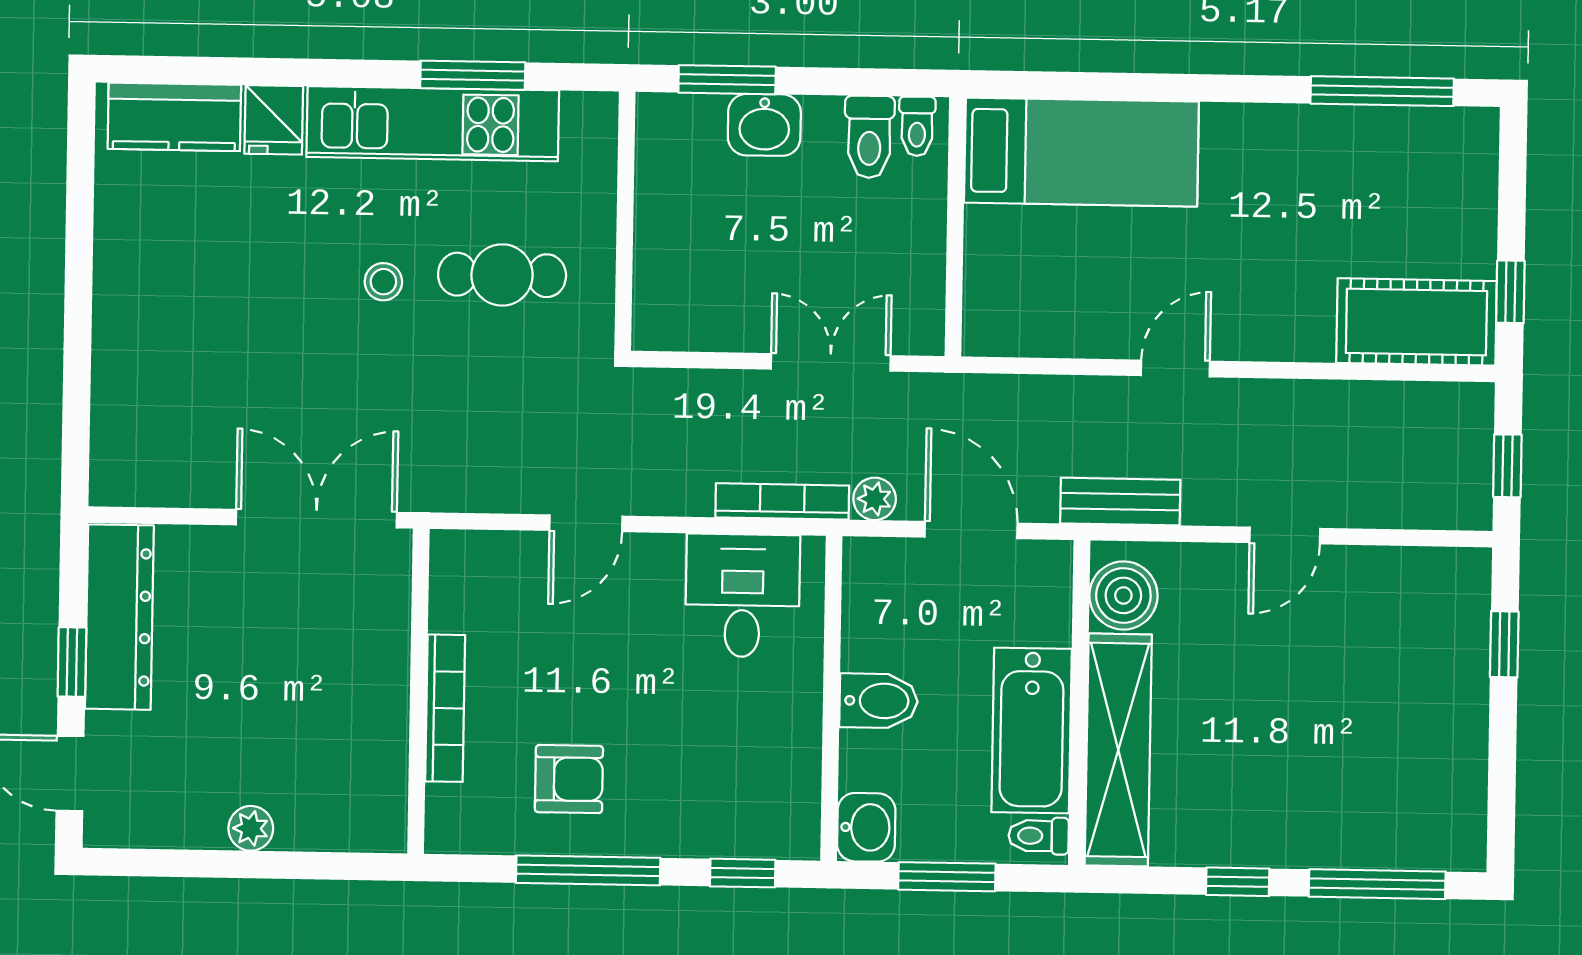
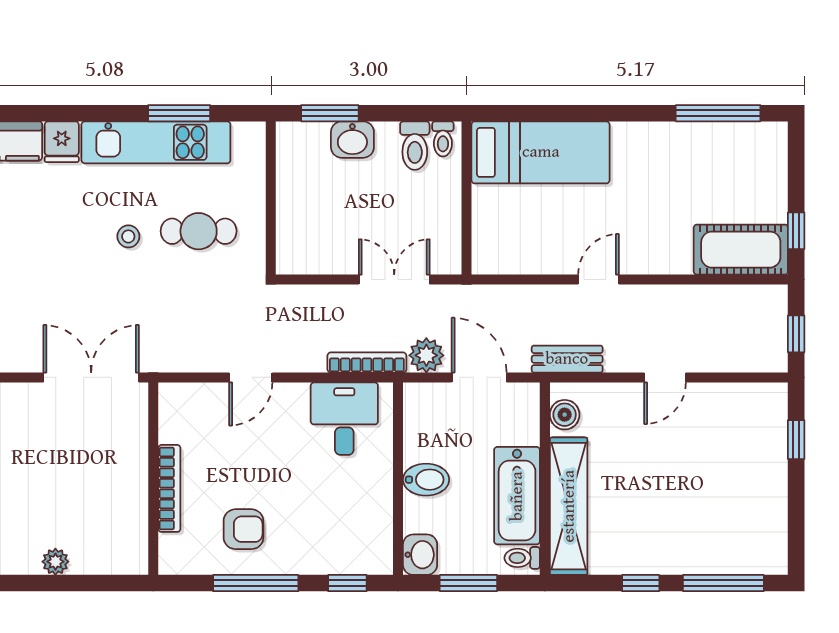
plant: (875, 499) -> (426, 355), width x1.38, depth x1.38
boiler: (1123, 595) -> (565, 415), width x0.73, depth x0.73

